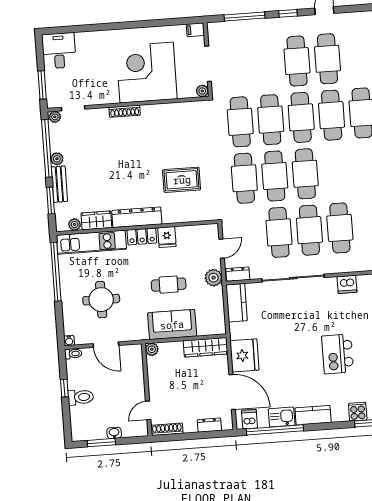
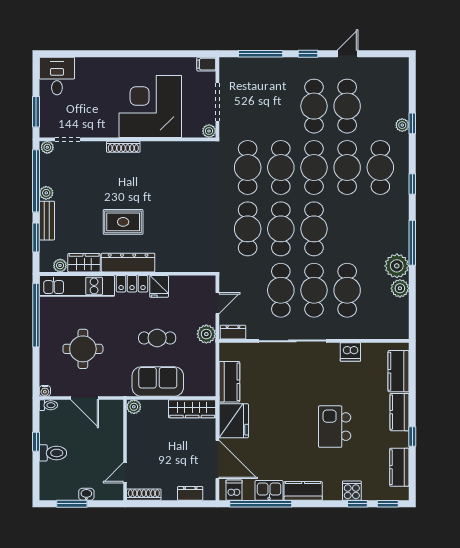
rug: (182, 180) -> (123, 222), moved
kitchen counter: (237, 303) -> (229, 382), moved

